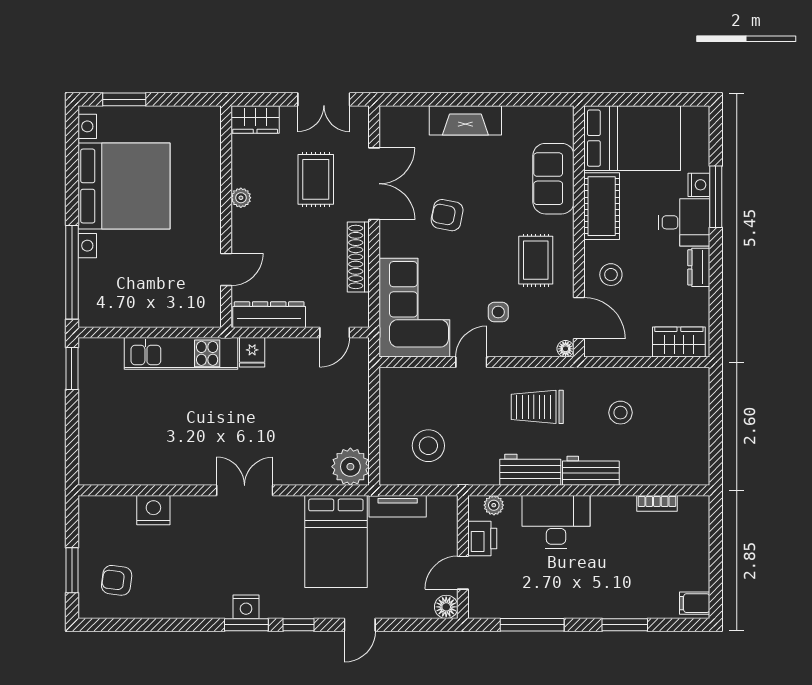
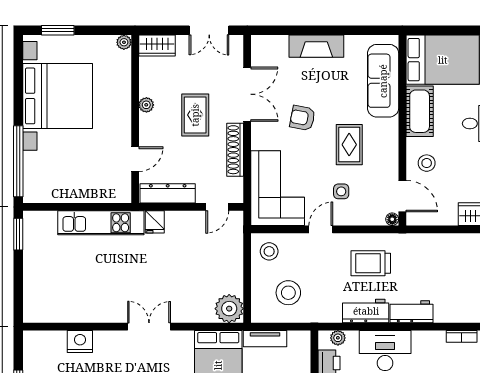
plant: (212, 115) -> (124, 42), added
rug: (316, 179) -> (195, 115), moved
sofa: (553, 179) -> (383, 81), width x1.36
rug: (536, 260) -> (349, 145), moved
stool: (620, 413) -> (269, 251), moved

